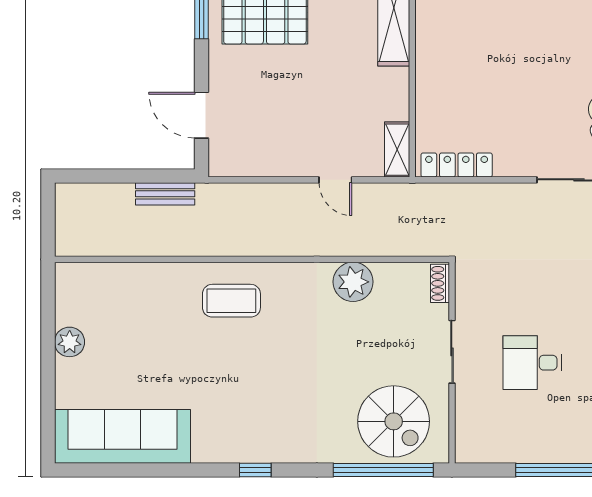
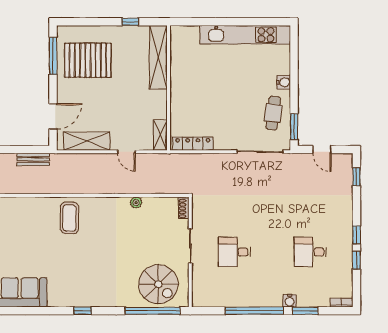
door: (202, 115) -> (53, 116), swing flipped
shelving: (263, 160) -> (87, 141), added
plant: (353, 282) -> (136, 203), width x0.53, depth x0.53
coffee table: (231, 301) -> (69, 218), turned 90

